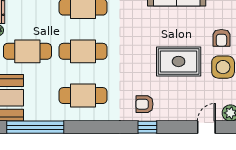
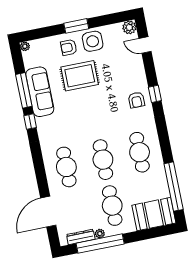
armchair: (221, 38) -> (69, 47), turned 180
rug: (179, 61) -> (80, 76), moved, turned 90

